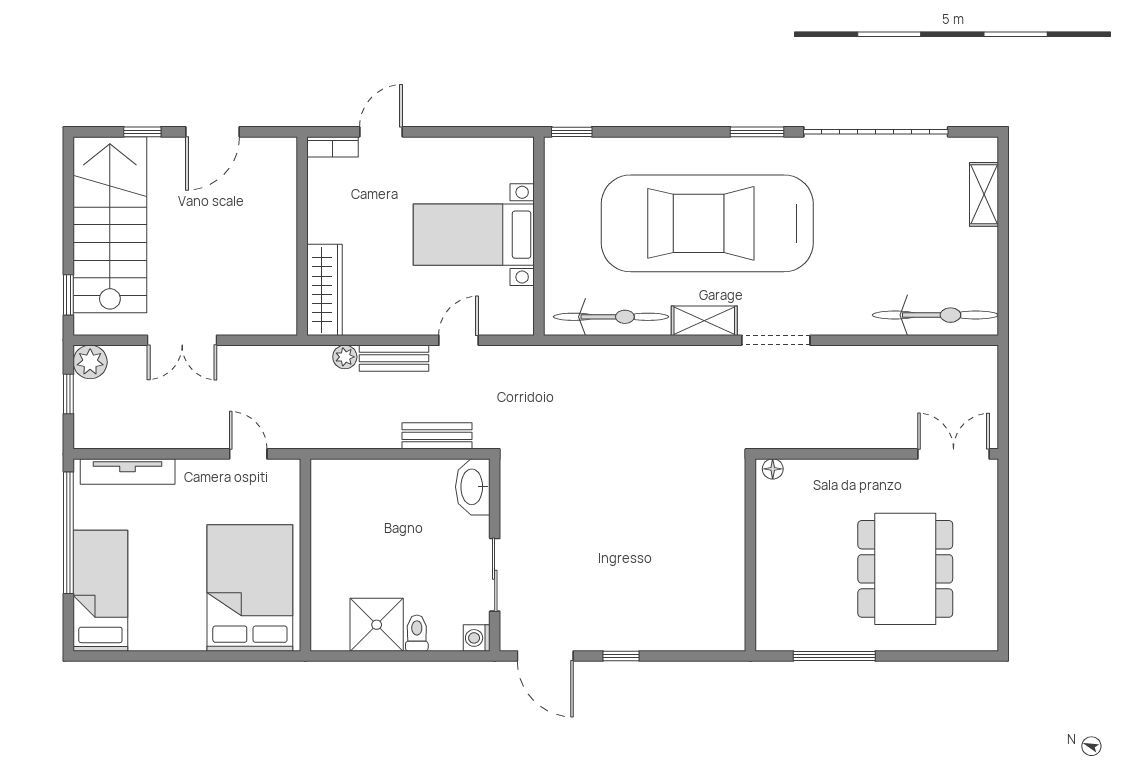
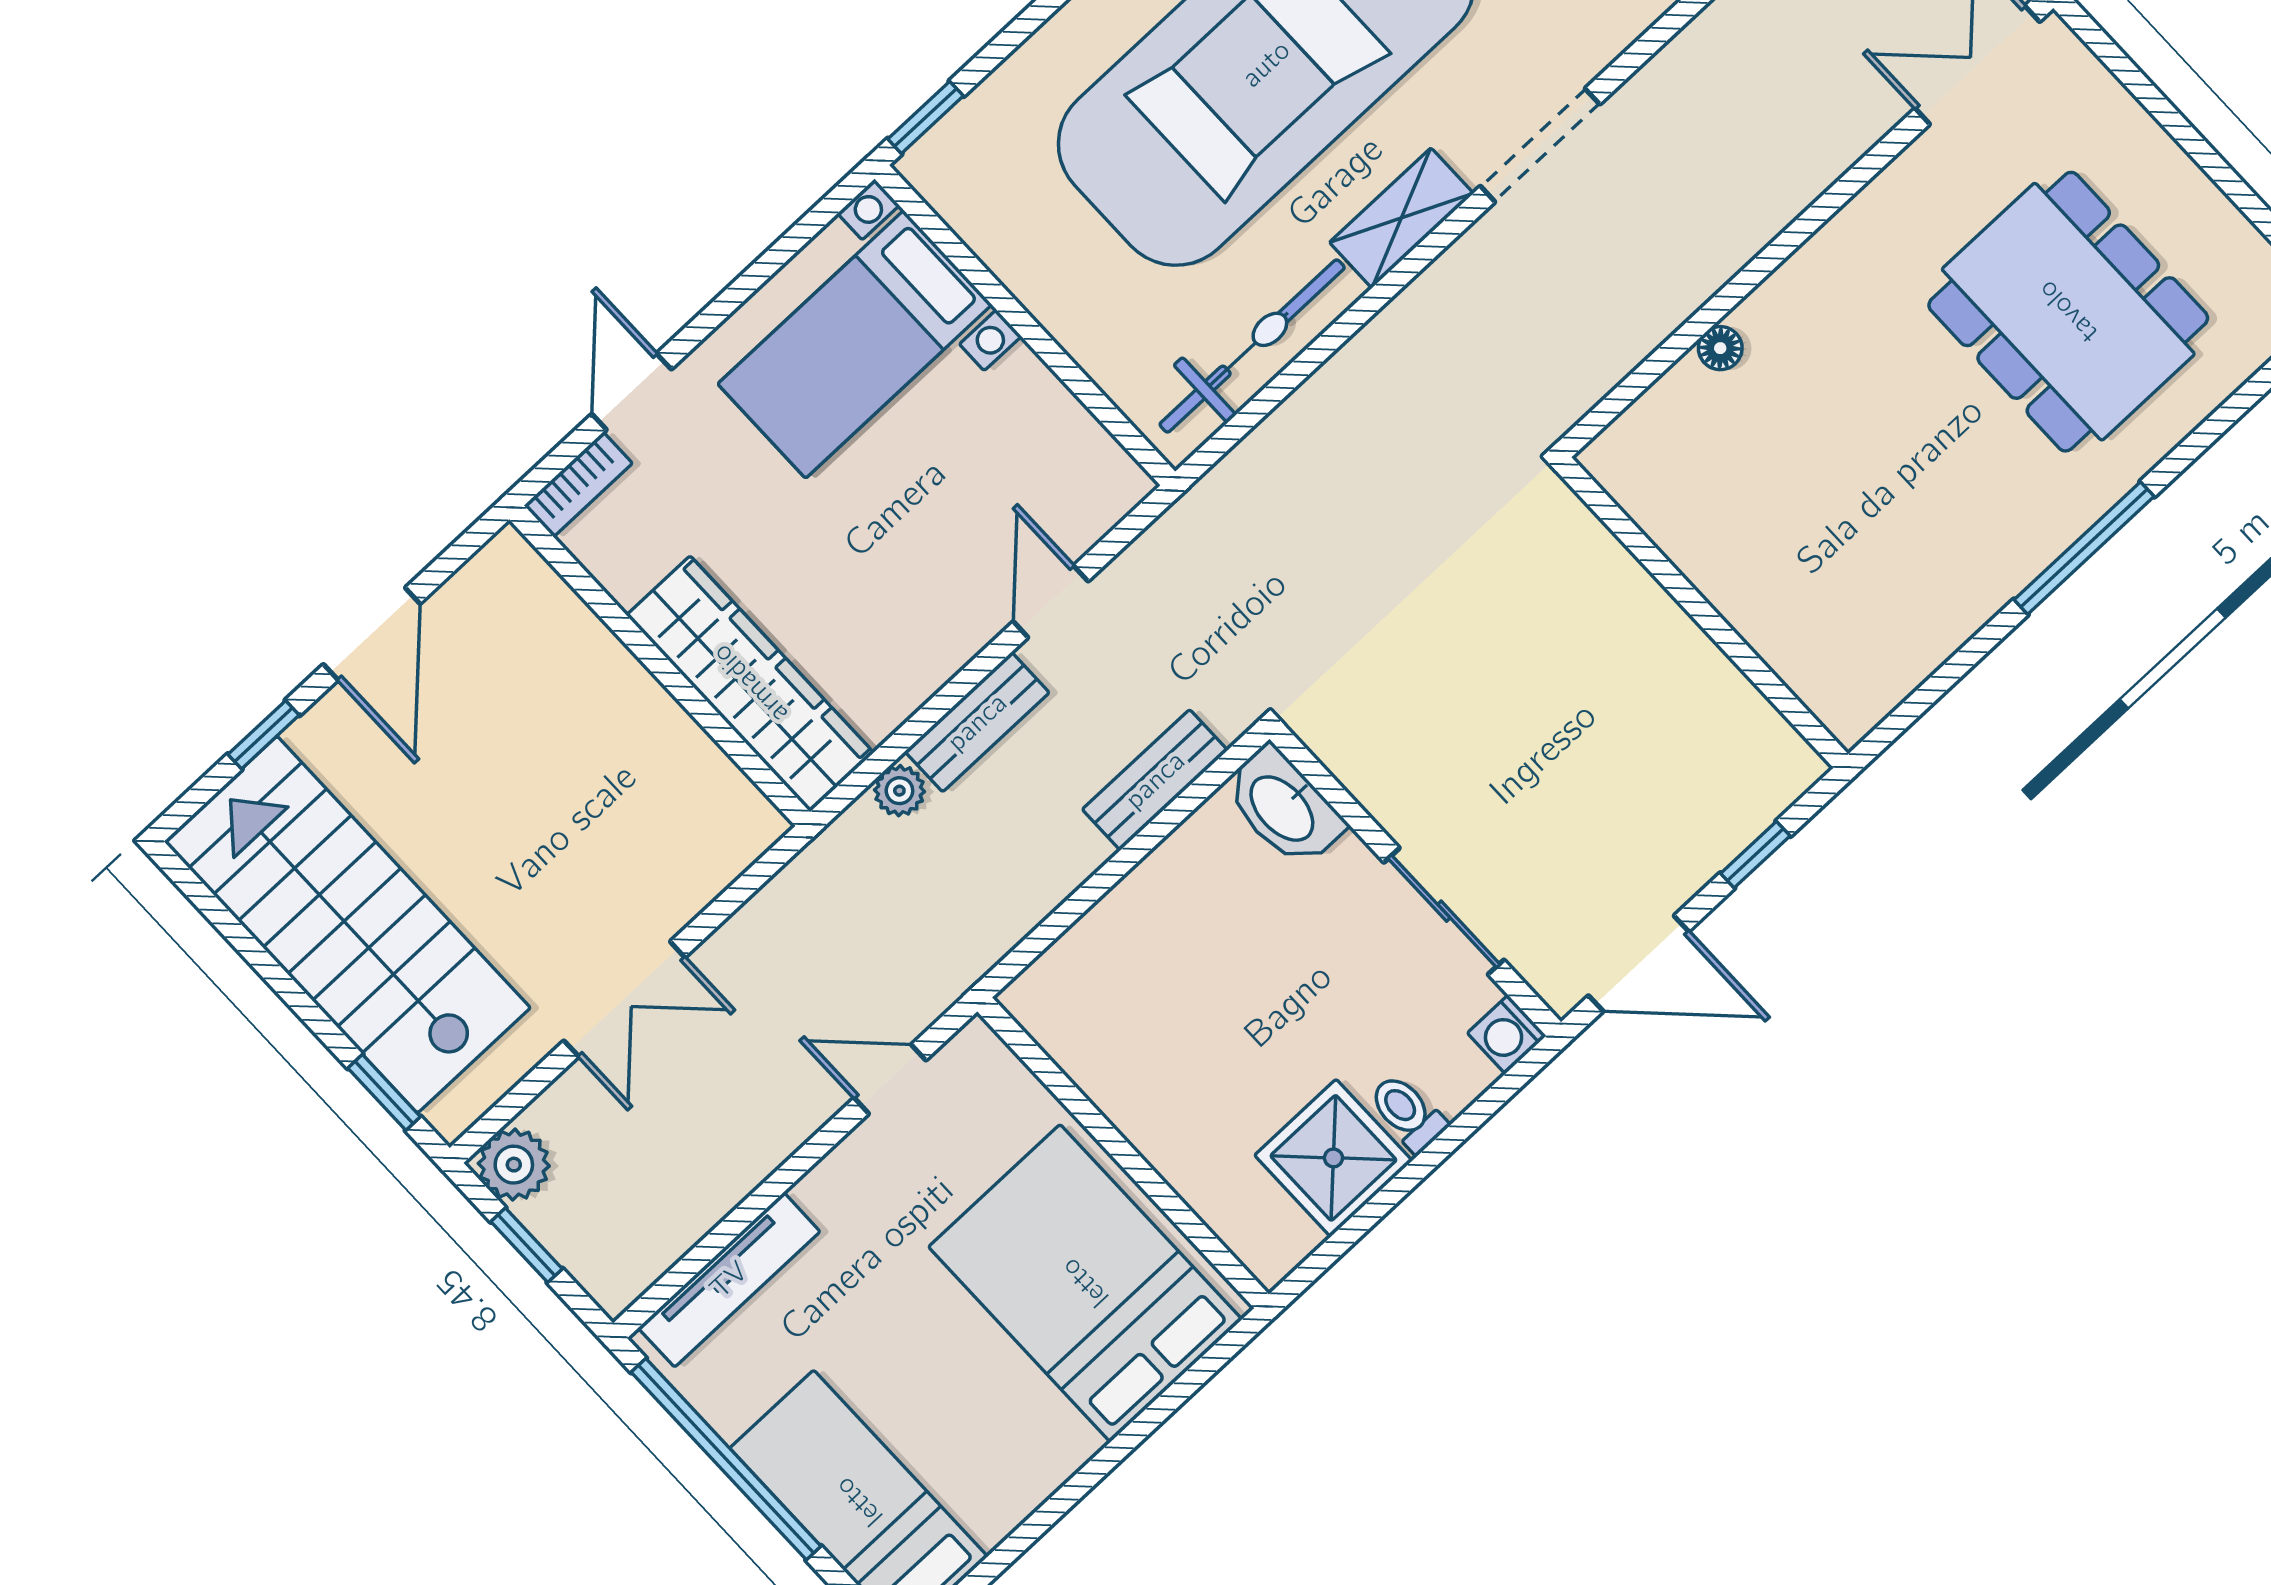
bed with nightstands: (474, 235) -> (855, 344), moved
wardrobe: (325, 290) -> (750, 684), width x1.40, depth x1.17
wall: (750, 555) -> (1702, 613), moved

